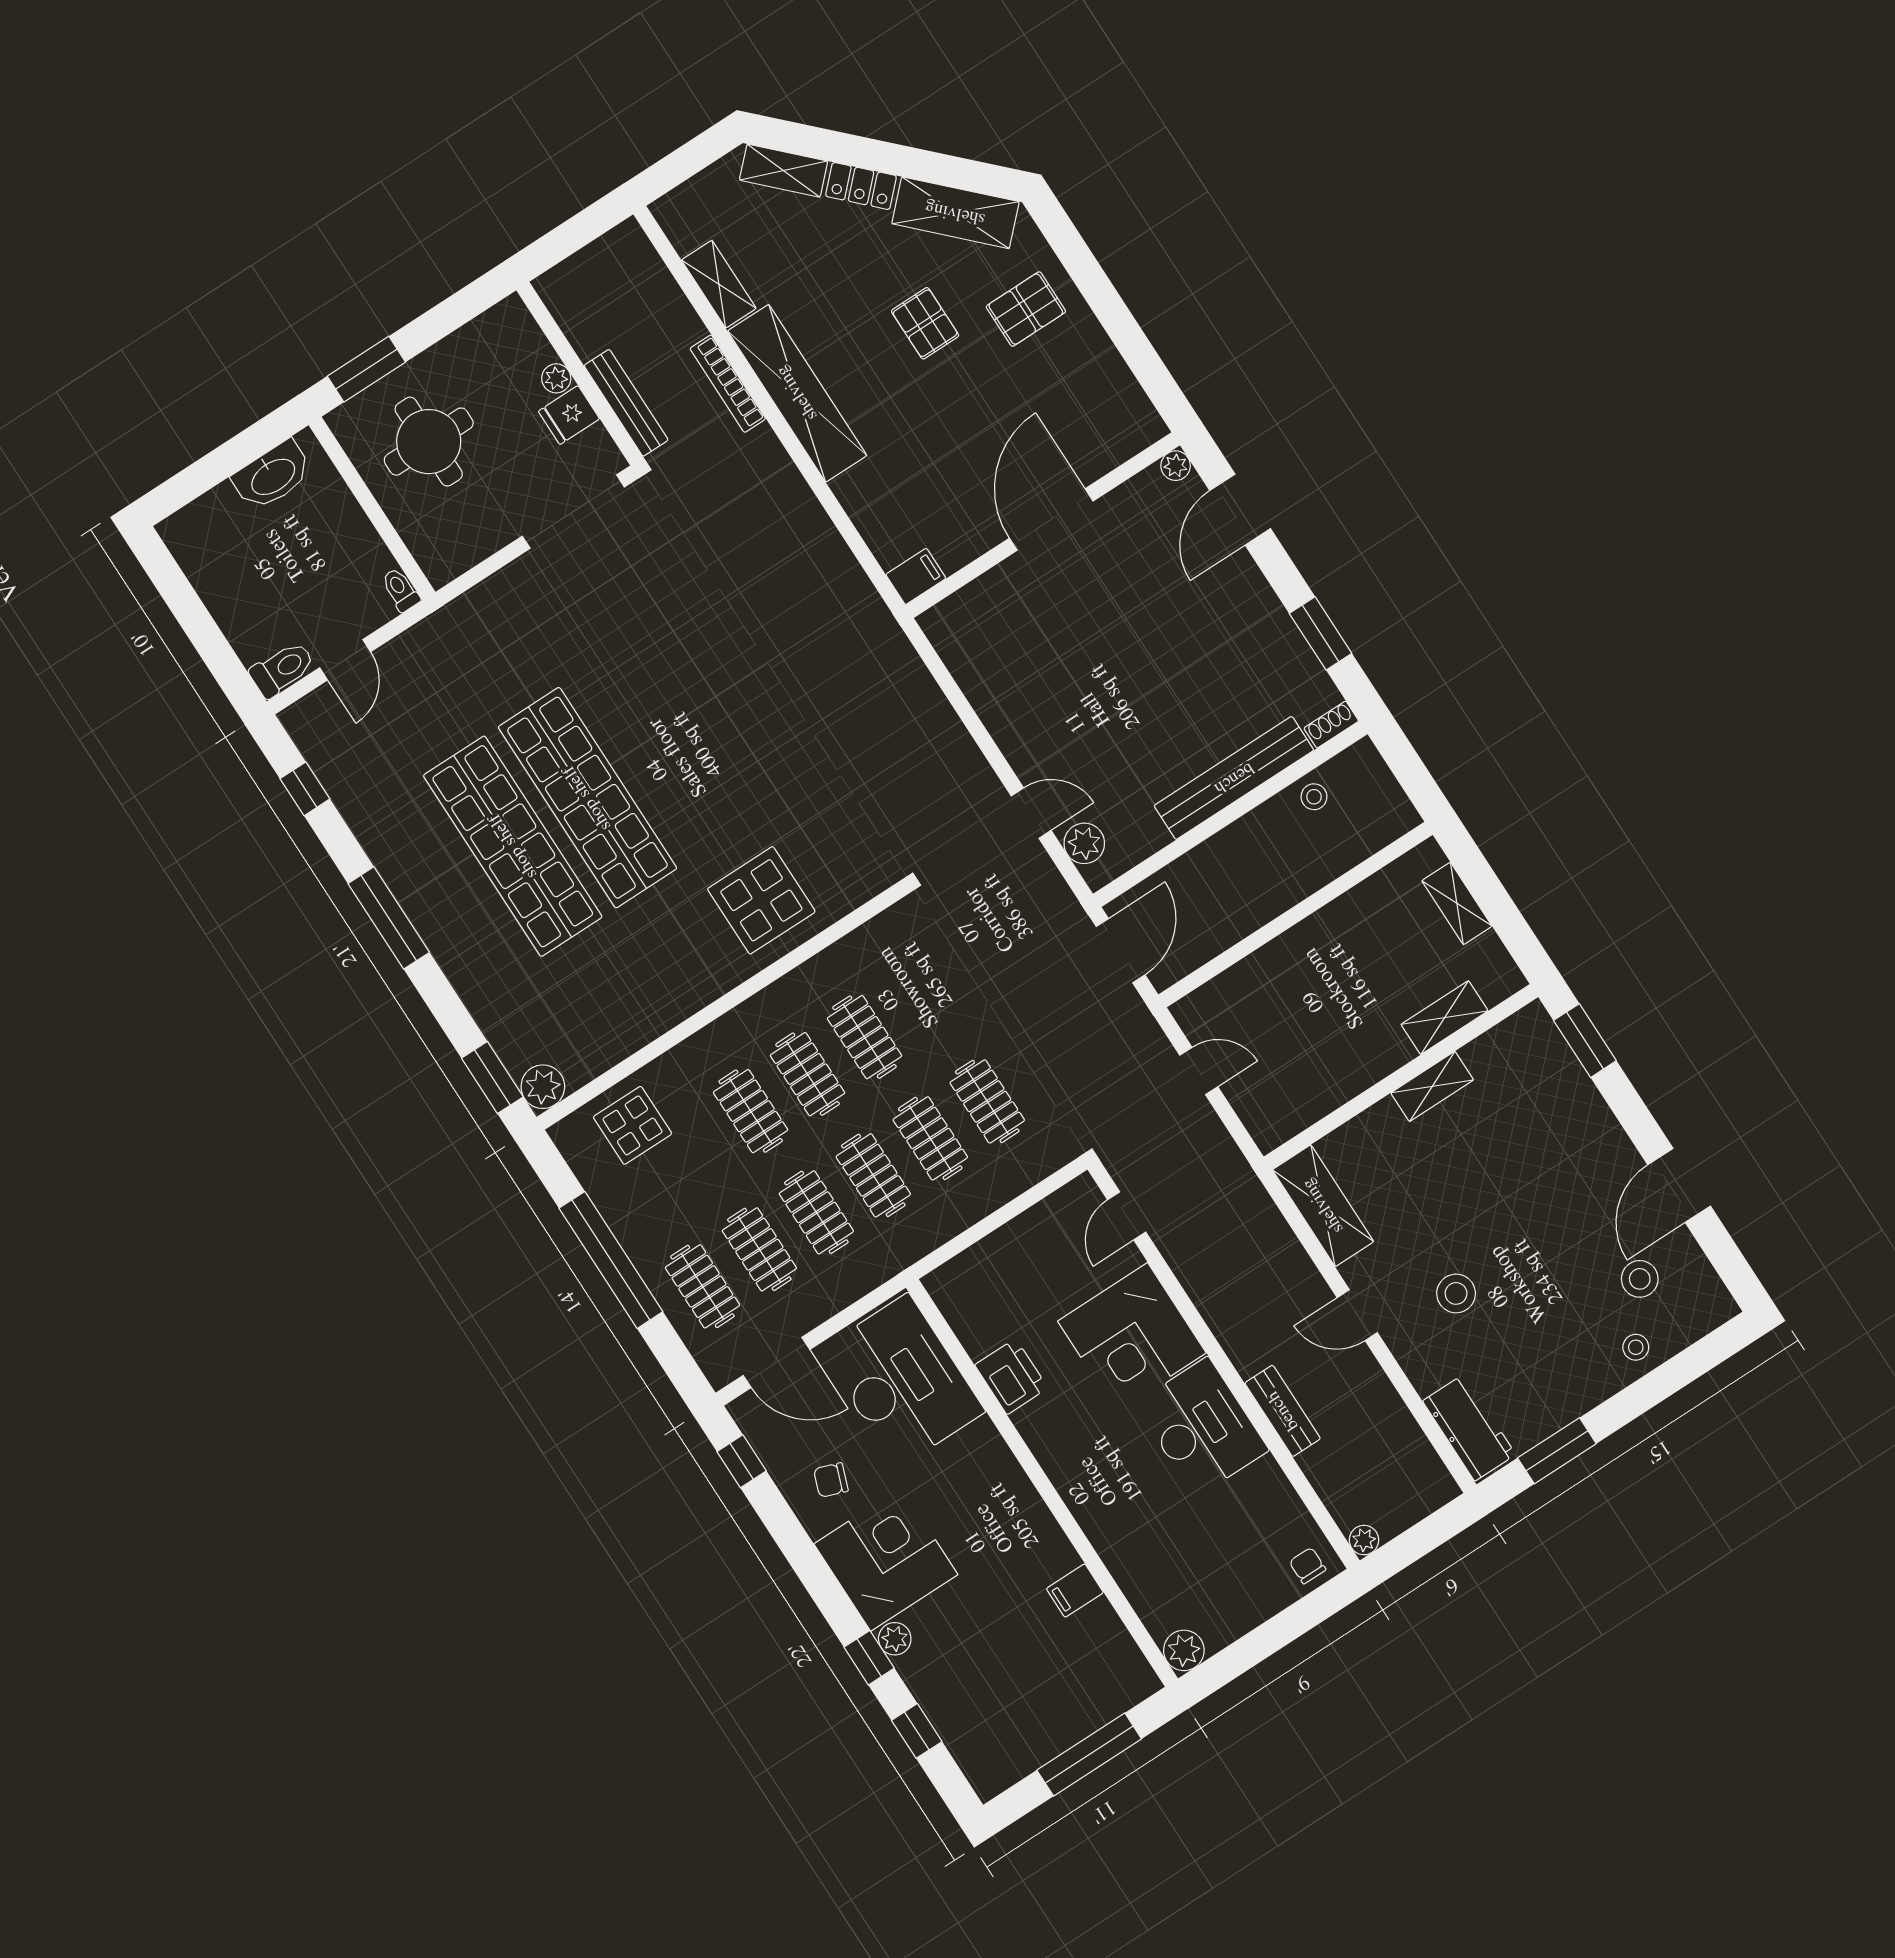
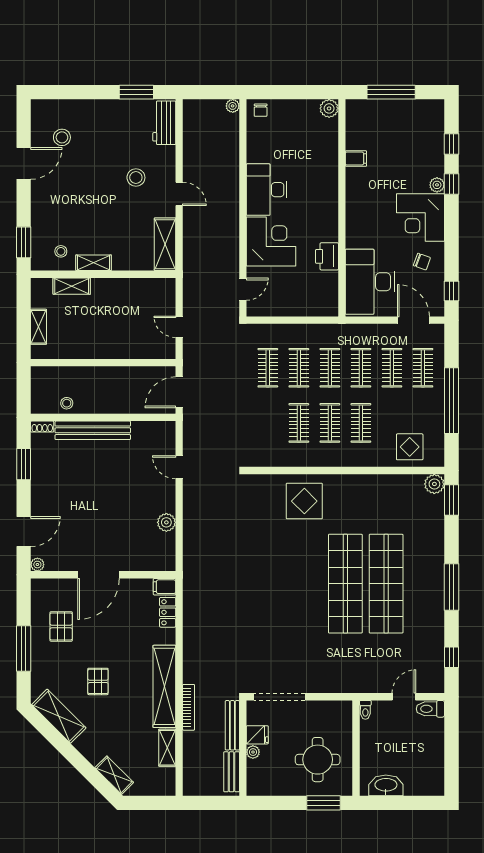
locker: (861, 186) -> (168, 612), moved, turned -135
window: (1101, 295) -> (24, 649), added
pallet: (1026, 309) -> (61, 626), moved, turned 90
plant: (1084, 843) -> (166, 522), moved
stool: (1636, 1347) -> (61, 251), moved
bench: (1283, 1411) -> (232, 772), moved

